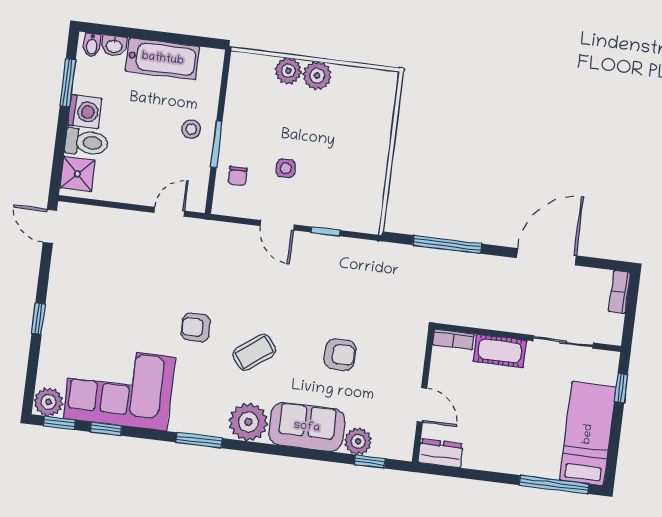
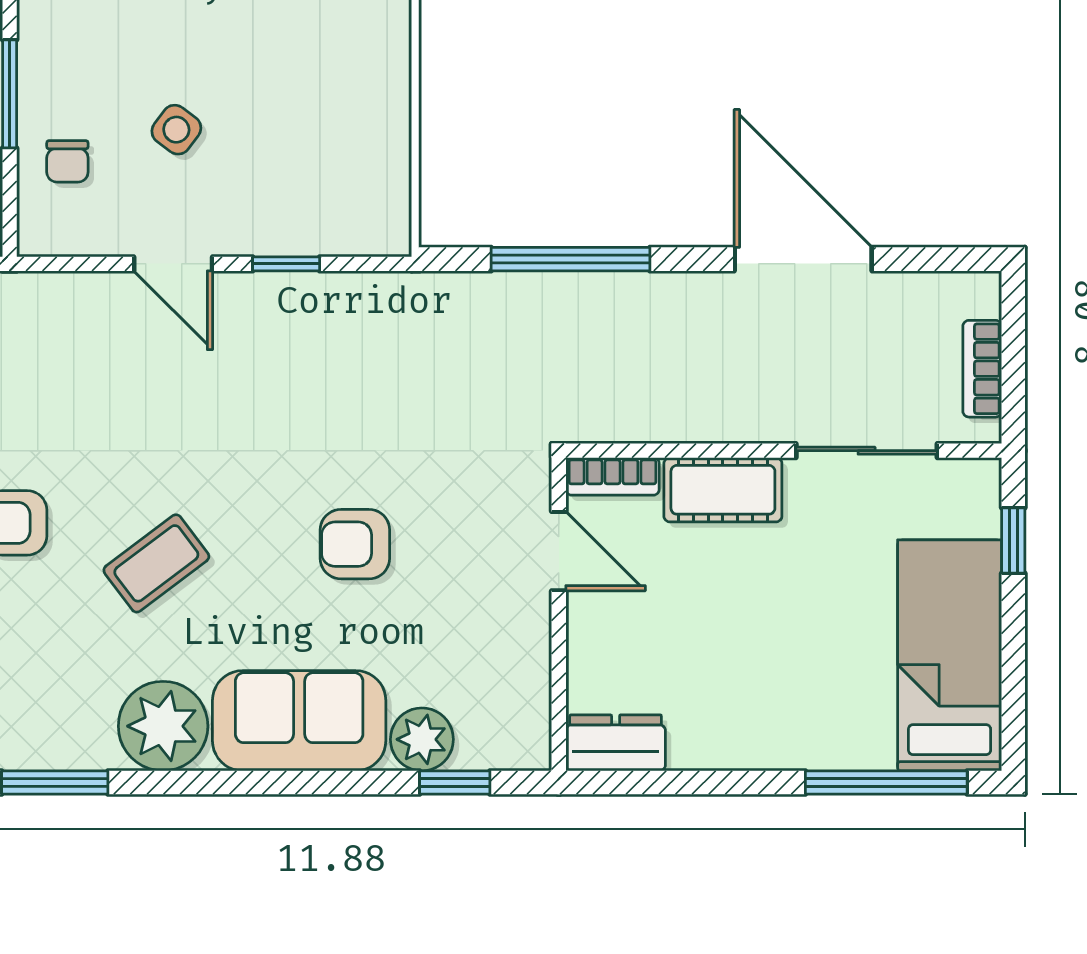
side table: (286, 168) -> (176, 130), turned 37
door: (546, 257) -> (803, 259), hinge flipped
bookcase: (620, 292) -> (982, 369), moved
armchair: (340, 355) -> (355, 544), turned 180
door: (422, 405) -> (559, 551), moved

